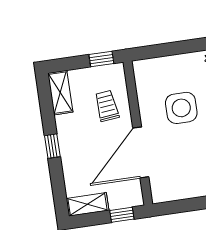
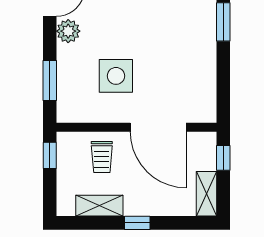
window: (168, 49) -> (50, 81), added
shelving: (60, 93) -> (99, 206), moved
trolley: (107, 106) -> (102, 157), turned -84

